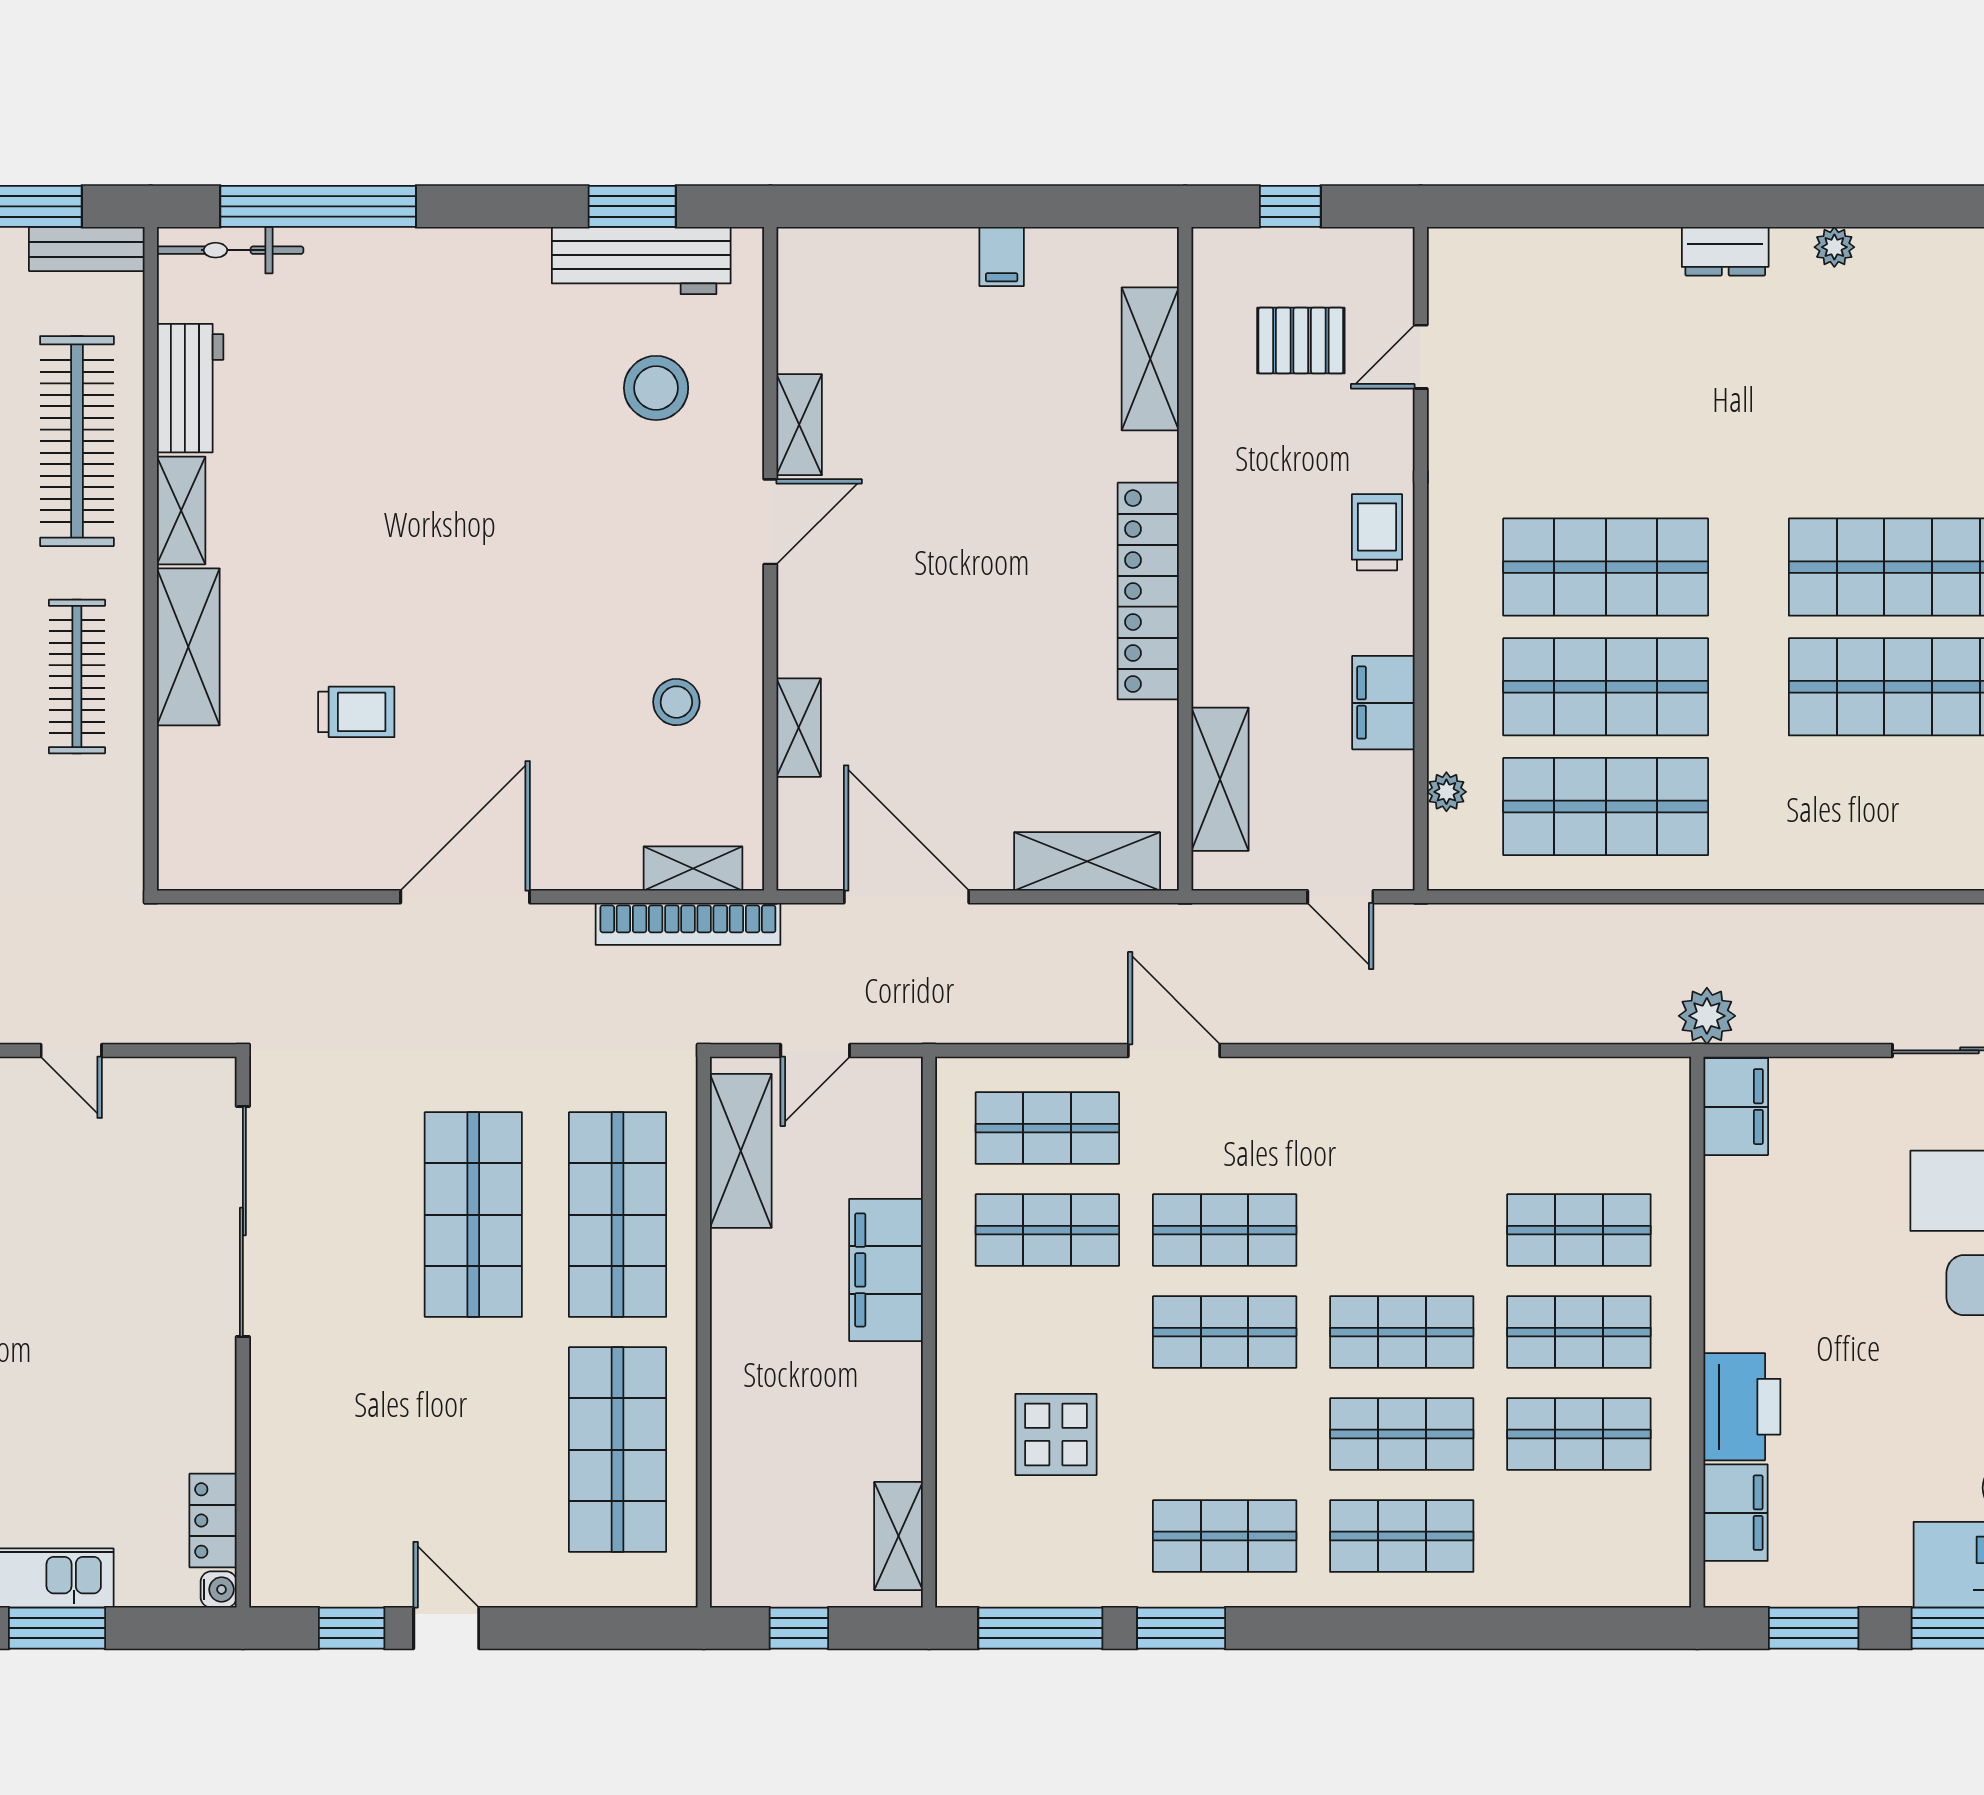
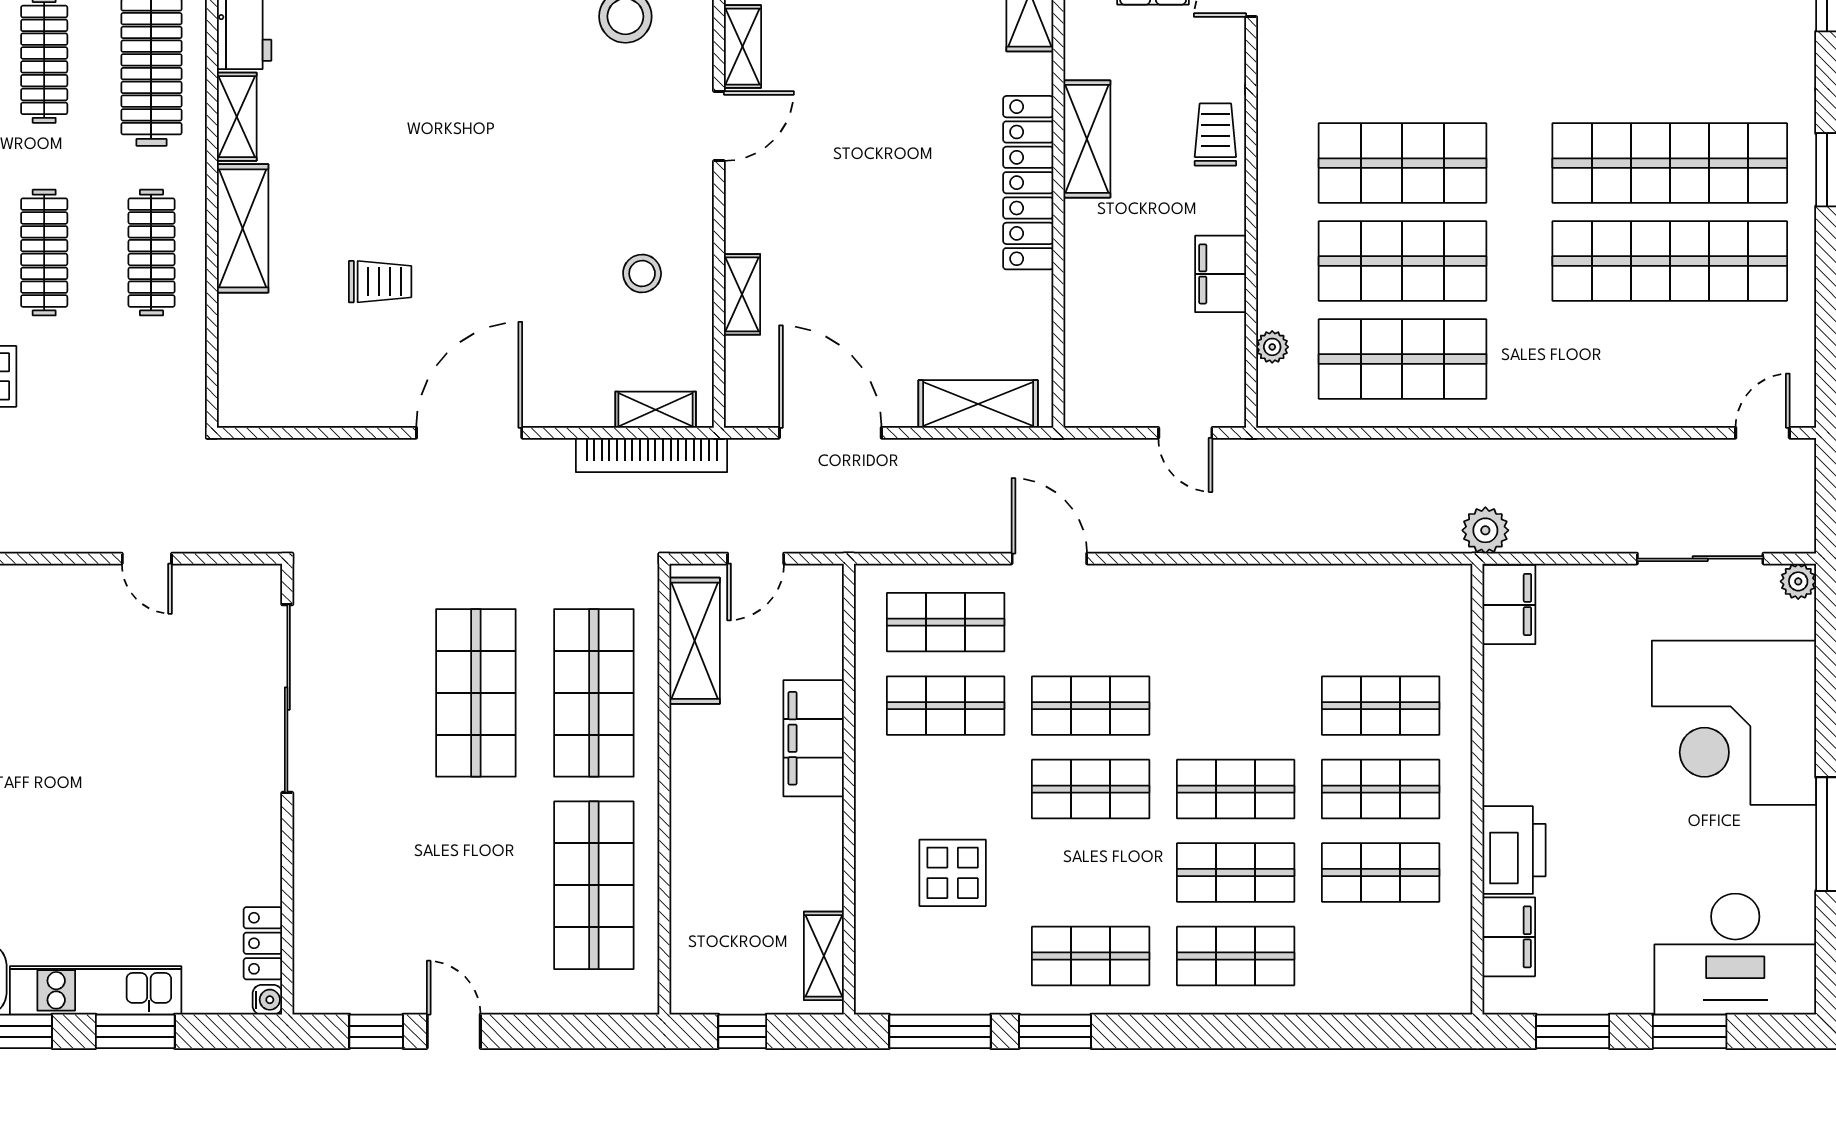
shelving: (1220, 779) -> (1087, 139), moved

